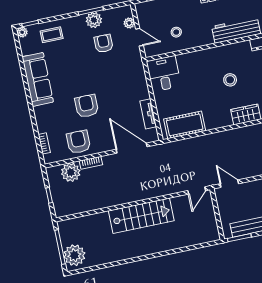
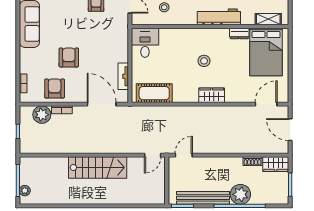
door: (229, 184) -> (184, 155), hinge flipped
plant: (74, 255) -> (25, 191), width x0.53, depth x0.53

